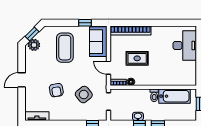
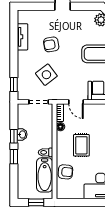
rug: (137, 58) -> (81, 145), moved
door: (108, 68) -> (76, 102), swing flipped
armchair: (172, 77) -> (65, 172), added
tv unit: (37, 116) -> (23, 37), moved

